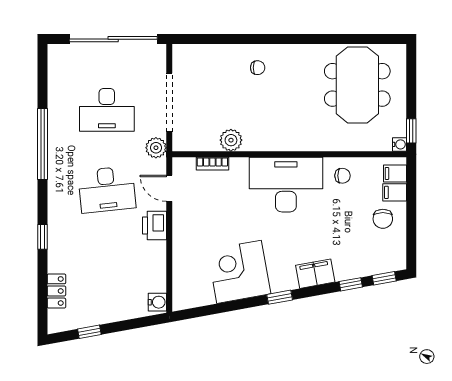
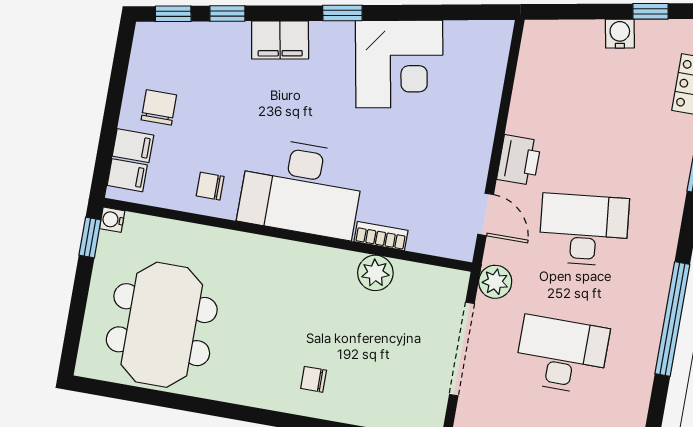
bookcase: (212, 164) -> (381, 236), moved
water cooler: (157, 302) -> (620, 34), moved, turned 80

